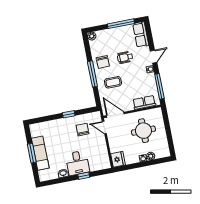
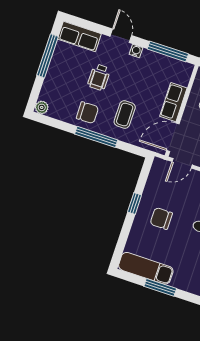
row of seats: (144, 102) -> (173, 102), moved
chair: (83, 130) -> (161, 218), moved
exam couch: (40, 153) -> (146, 268), moved

